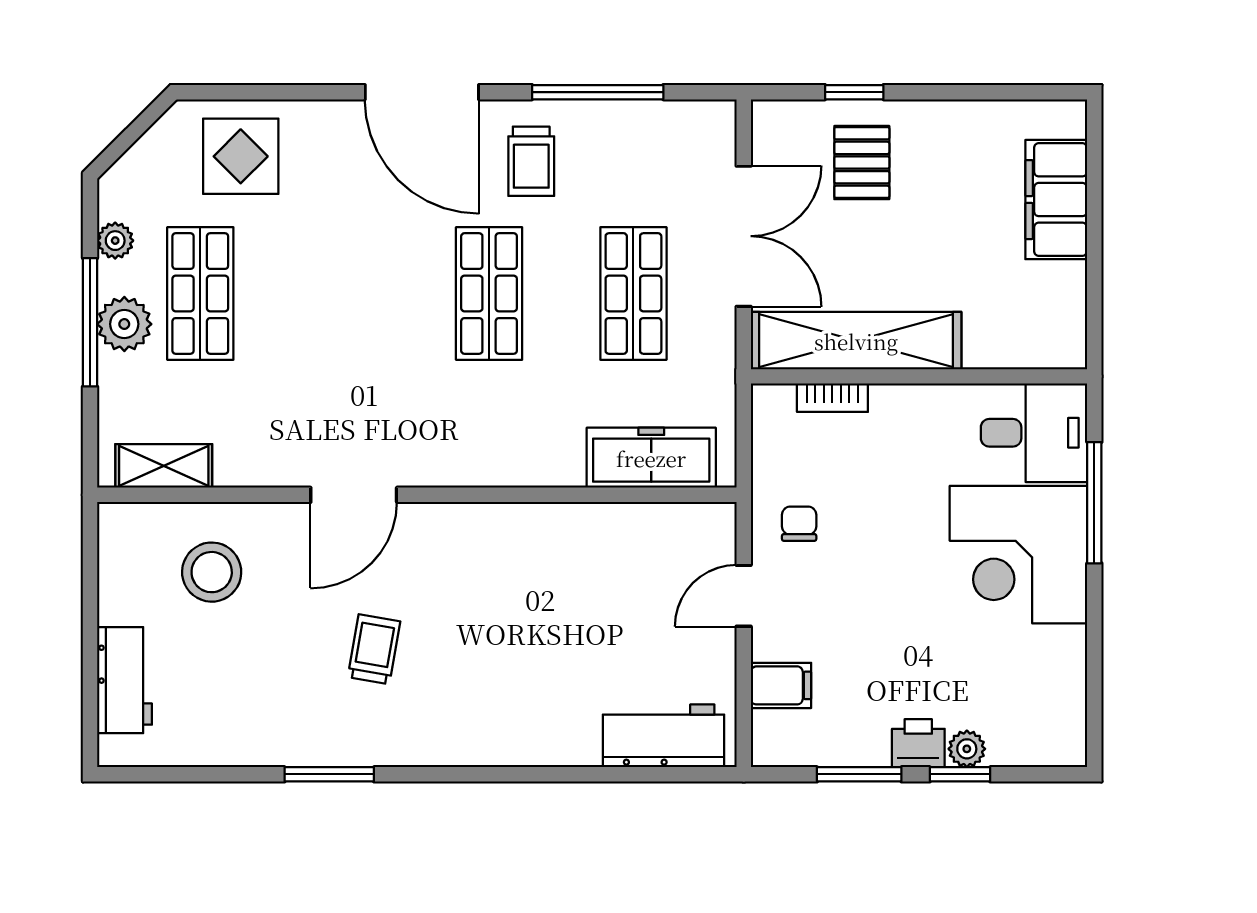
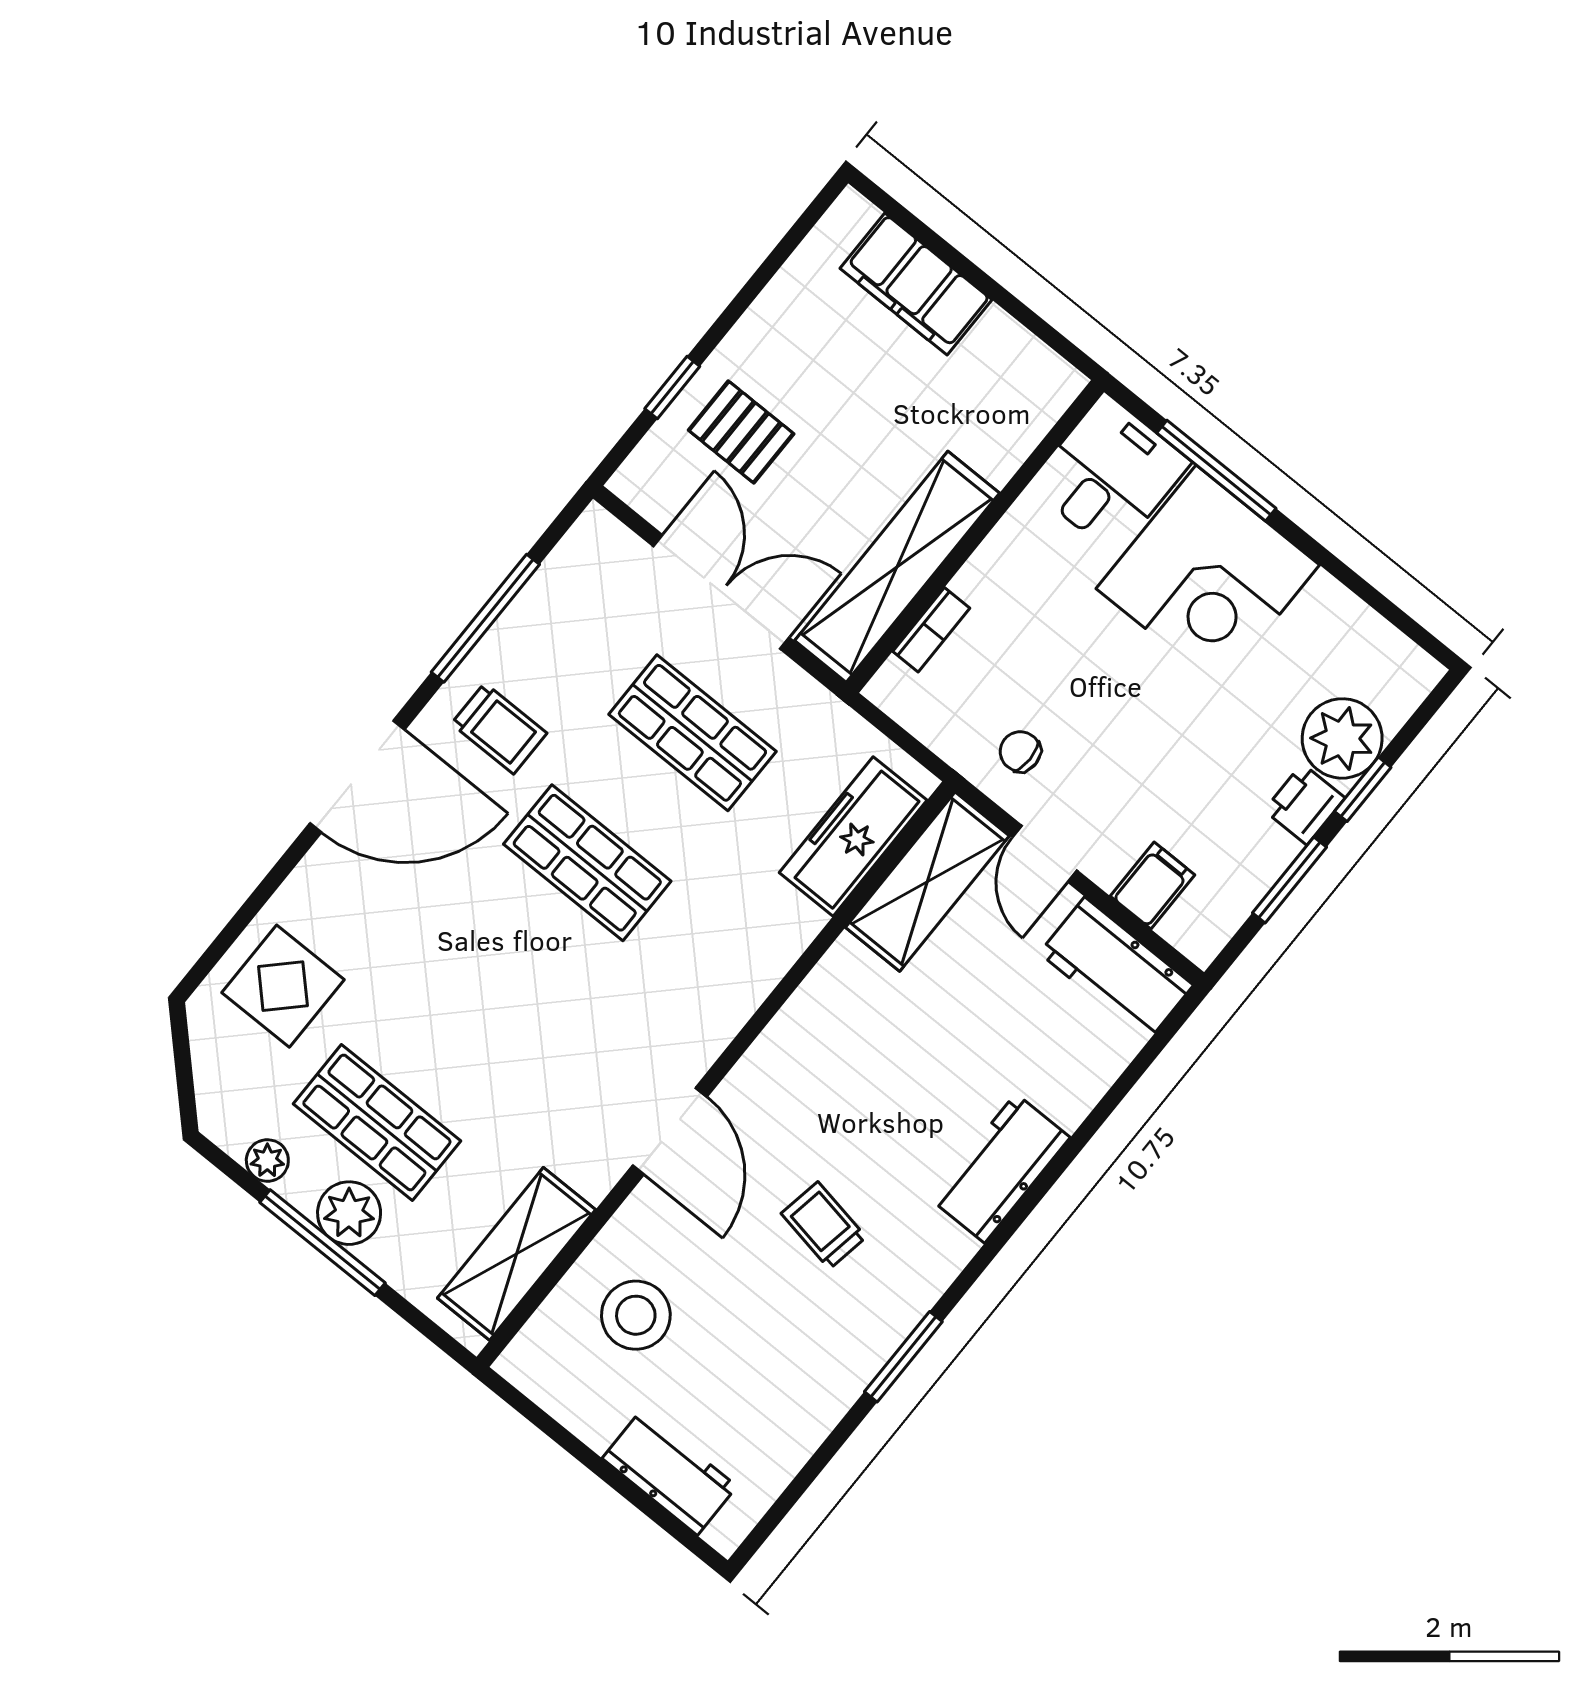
shelving: (164, 466) -> (517, 1254), width x1.50, depth x1.33
shelving: (661, 532) -> (927, 882), added
workbench: (663, 736) -> (1116, 969), moved, turned -90
workbench: (508, 737) -> (1000, 1168), added
plant: (967, 749) -> (1342, 738), width x1.88, depth x1.88

